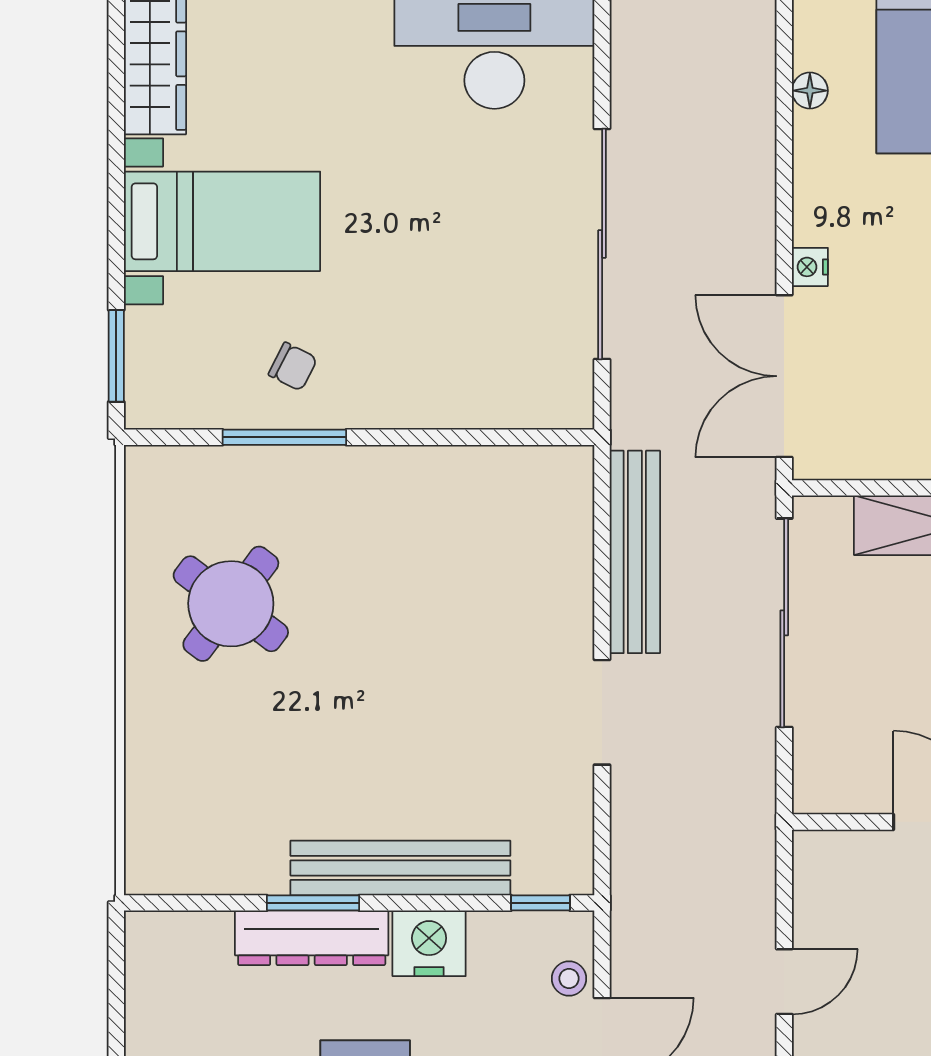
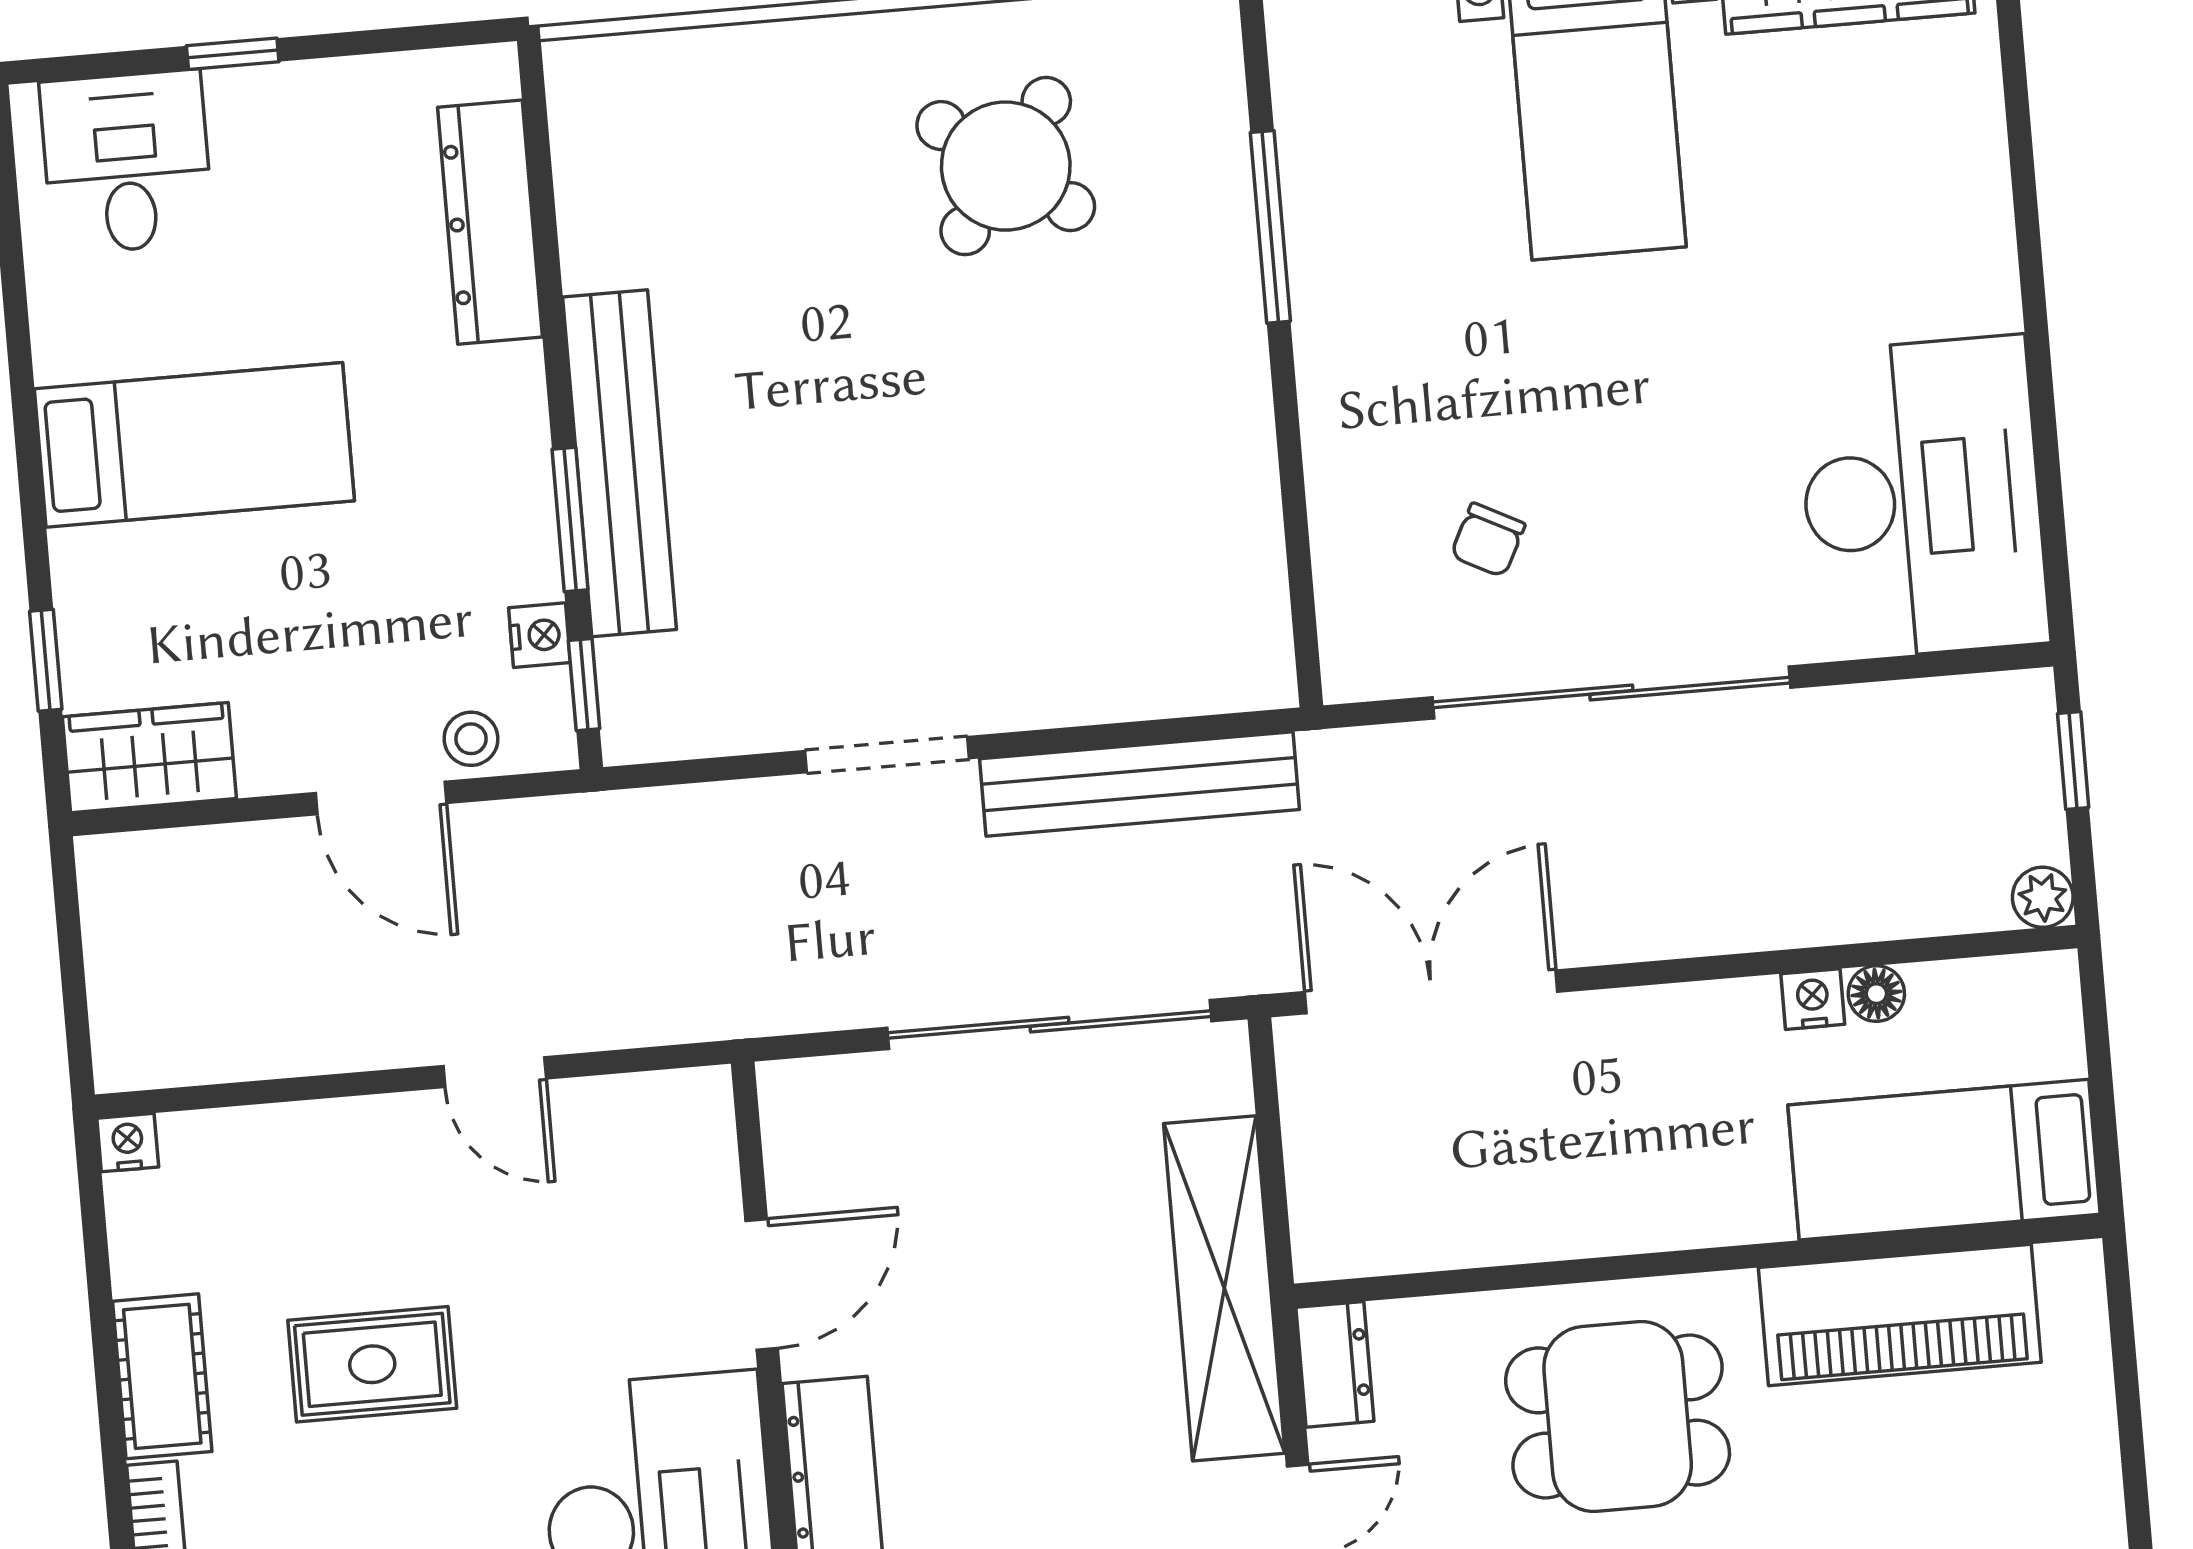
nightstand: (810, 267) -> (1813, 999), moved
chair: (293, 367) -> (1488, 540), moved
window: (313, 903) -> (570, 520), moved
dresser: (312, 938) -> (490, 222), moved
nightstand: (429, 943) -> (539, 635), moved, width x0.53, depth x0.56

